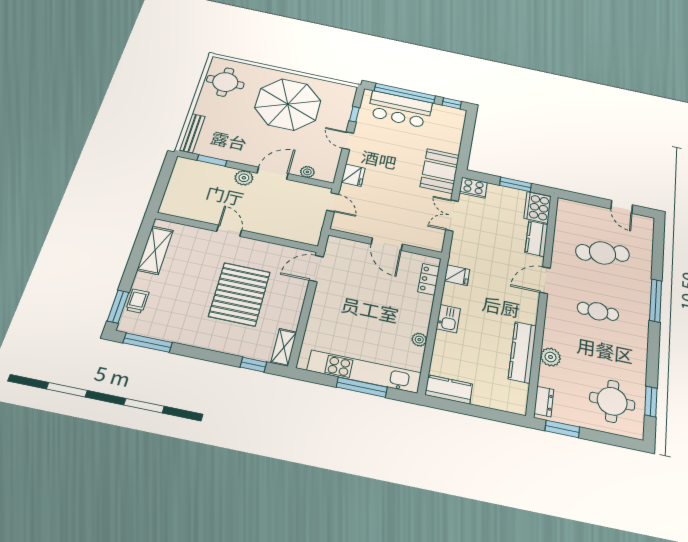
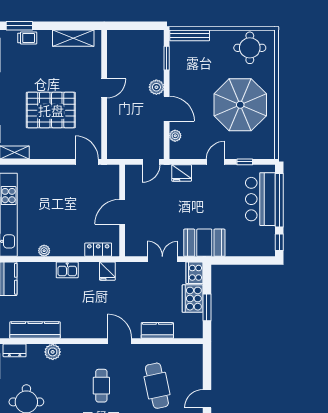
cooker: (538, 207) -> (193, 299), moved, turned -90
kitchen counter: (522, 352) -> (35, 330), moved

